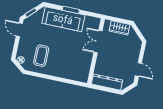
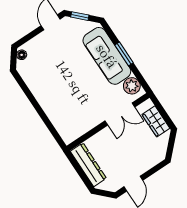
plant: (90, 22) -> (132, 86), added
double door: (98, 42) -> (120, 114), swing flipped
coffee table: (41, 56) -> (47, 71), removed

